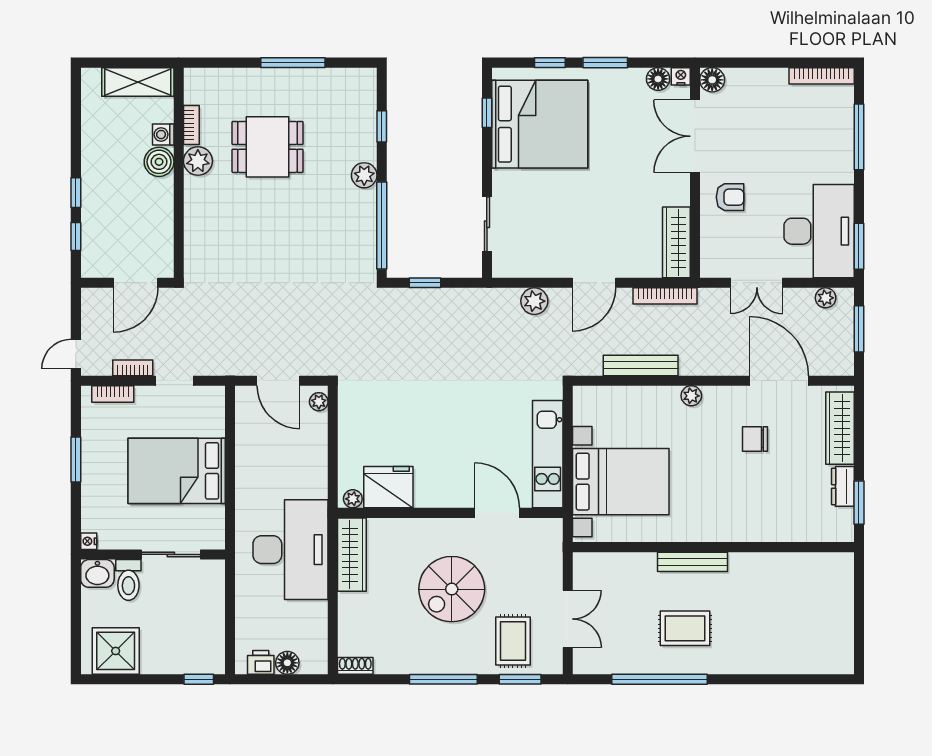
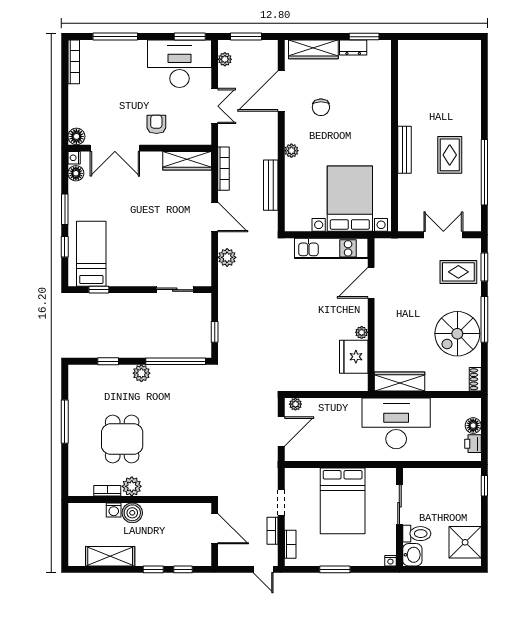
shelving: (138, 82) -> (110, 556), moved, turned 90
bed: (540, 124) -> (91, 254), width x0.49
plant: (353, 499) -> (362, 332), moved
spiral stairs: (452, 589) -> (457, 334), moved, turned 90

